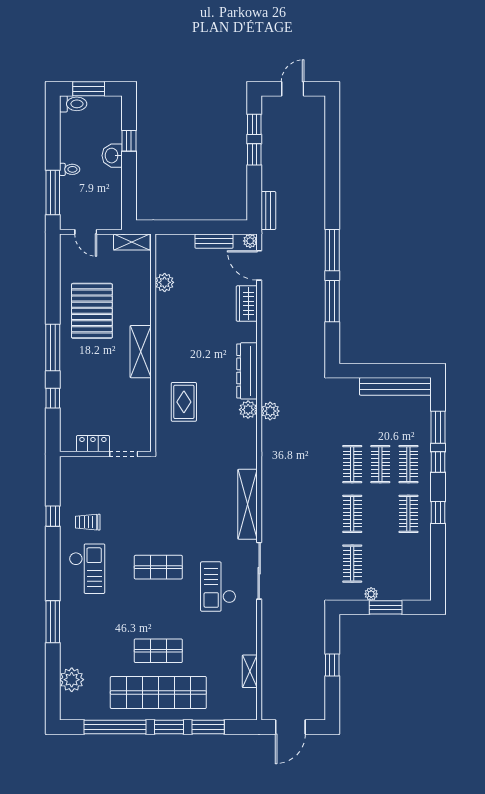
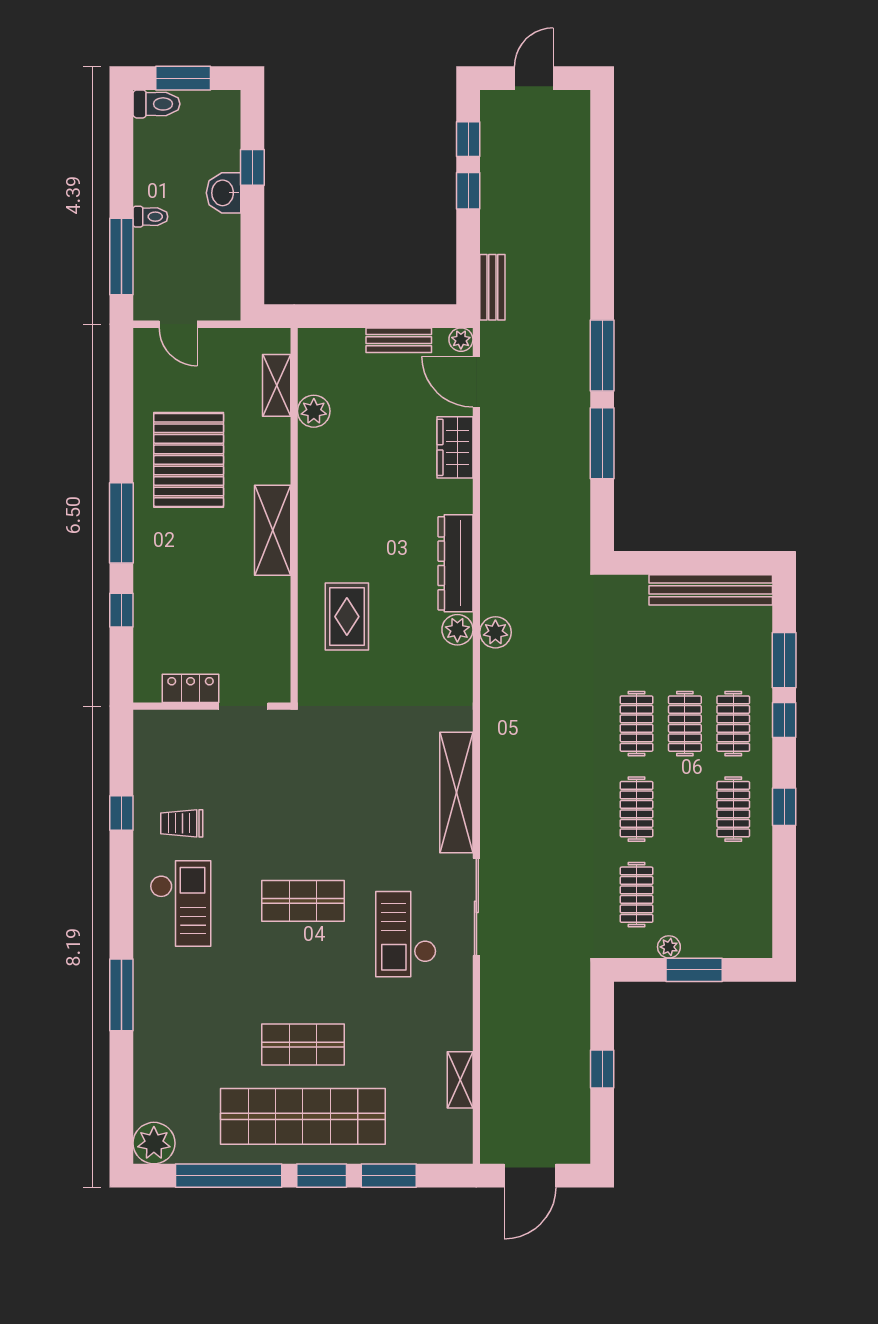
shelving: (132, 242) -> (277, 385), moved, turned 90
plant: (72, 680) -> (154, 1143), moved

